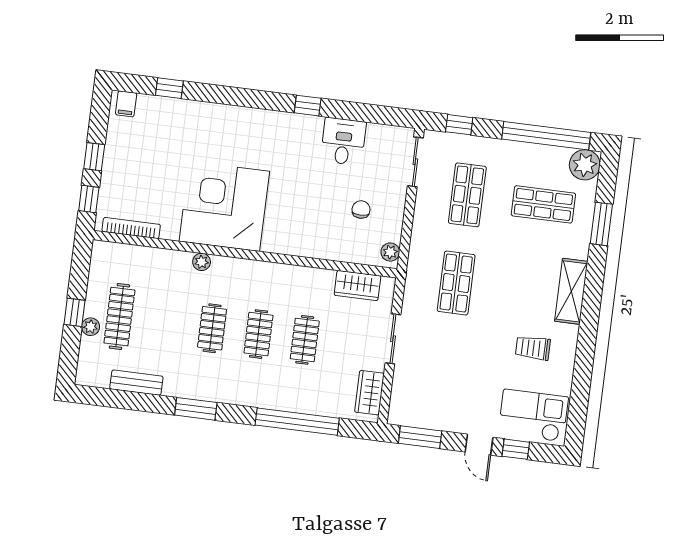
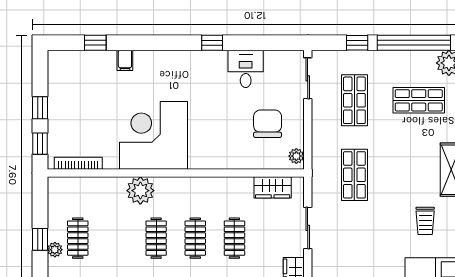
filing cabinet: (126, 104) -> (125, 60), moved
window: (459, 125) -> (357, 43), moved
chair: (361, 210) -> (268, 124), width x1.87, depth x1.87
plant: (202, 262) -> (140, 191), width x1.88, depth x1.88
clothes rail: (119, 317) -> (78, 238), width x0.73
trolley: (533, 348) -> (425, 221), turned -90

